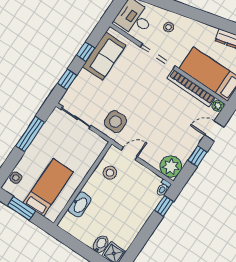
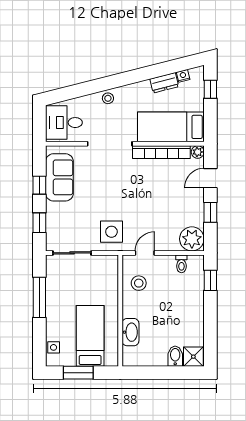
stool: (169, 27) -> (108, 98), moved
toilet: (163, 188) -> (181, 264), moved

